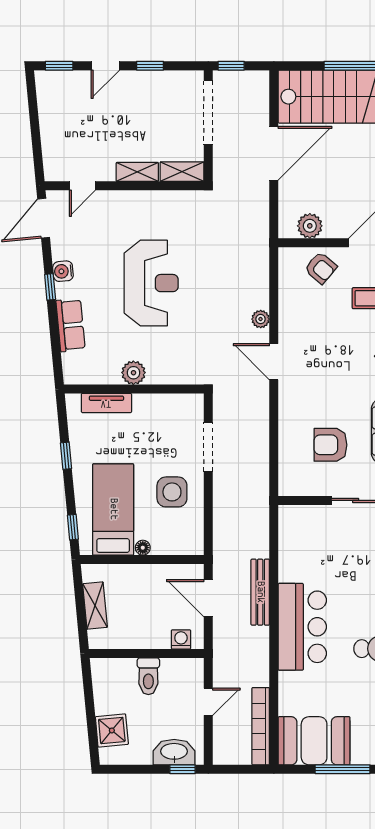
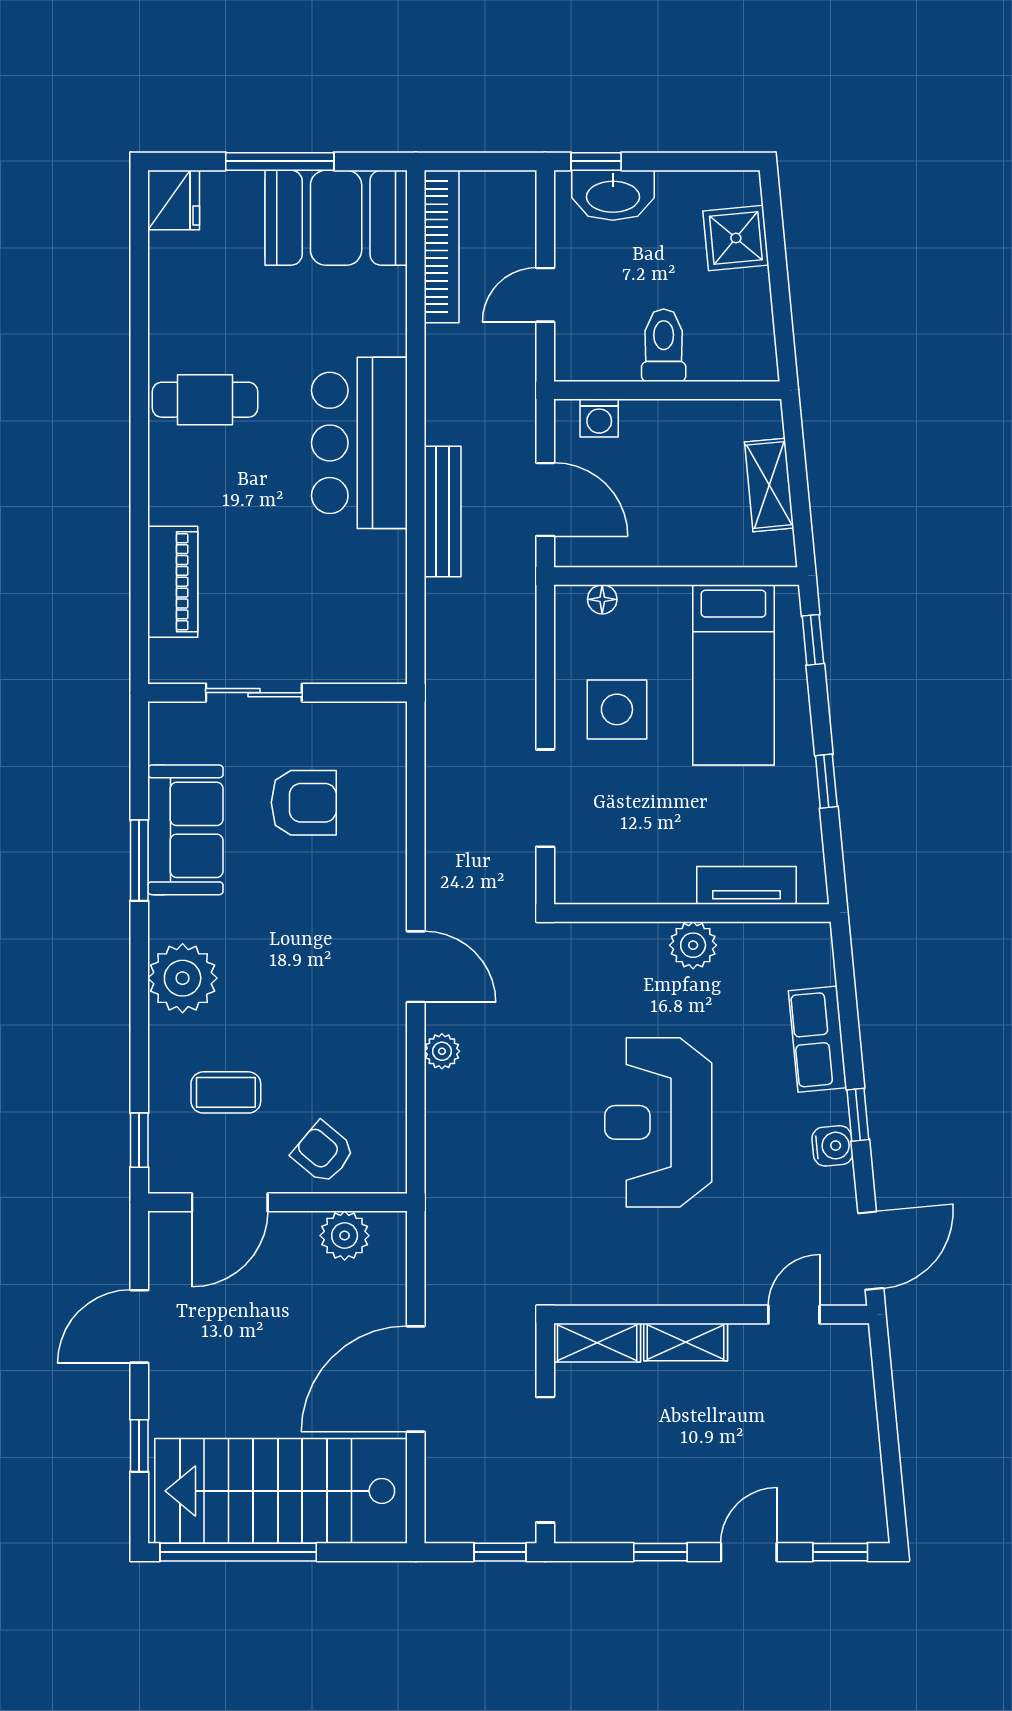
floor lamp: (143, 548) -> (602, 599), moved

